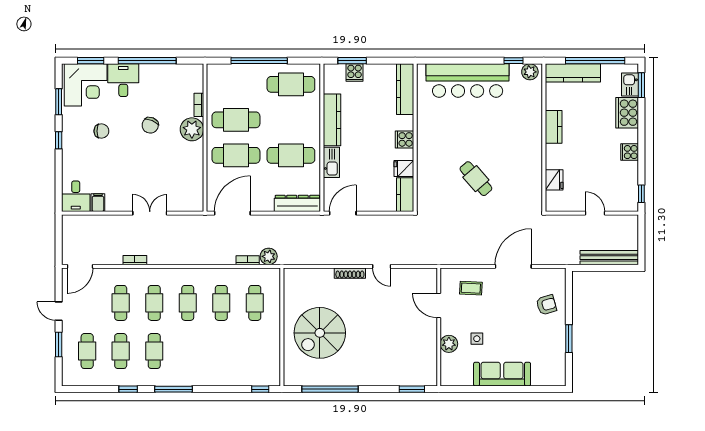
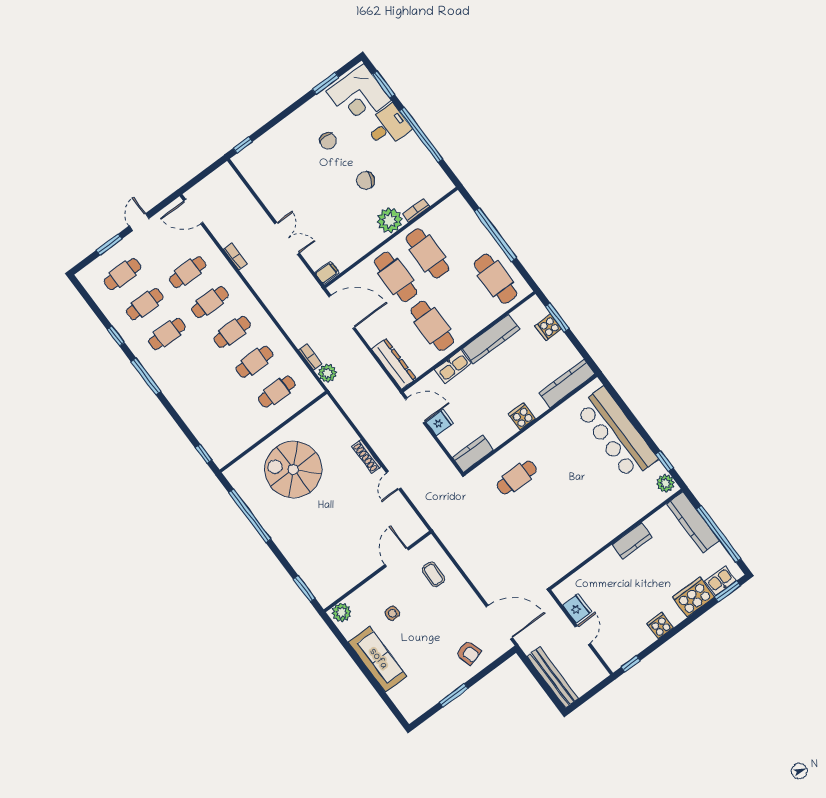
window: (59, 140) -> (243, 145), moved
fridge: (404, 168) -> (440, 422), moved, turned 90
cafe table: (476, 179) -> (517, 477), moved, turned 41
fridge: (554, 180) -> (577, 608), moved, turned -90
desk: (76, 196) -> (253, 161), removed
filing cabinet: (98, 203) -> (327, 273), moved
door: (513, 266) -> (499, 622), moved
plant: (449, 344) -> (342, 612), moved

